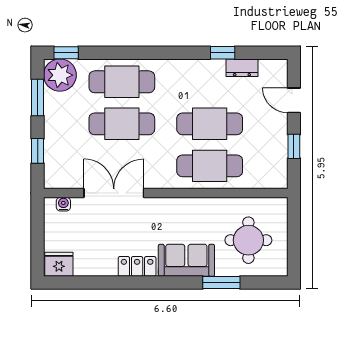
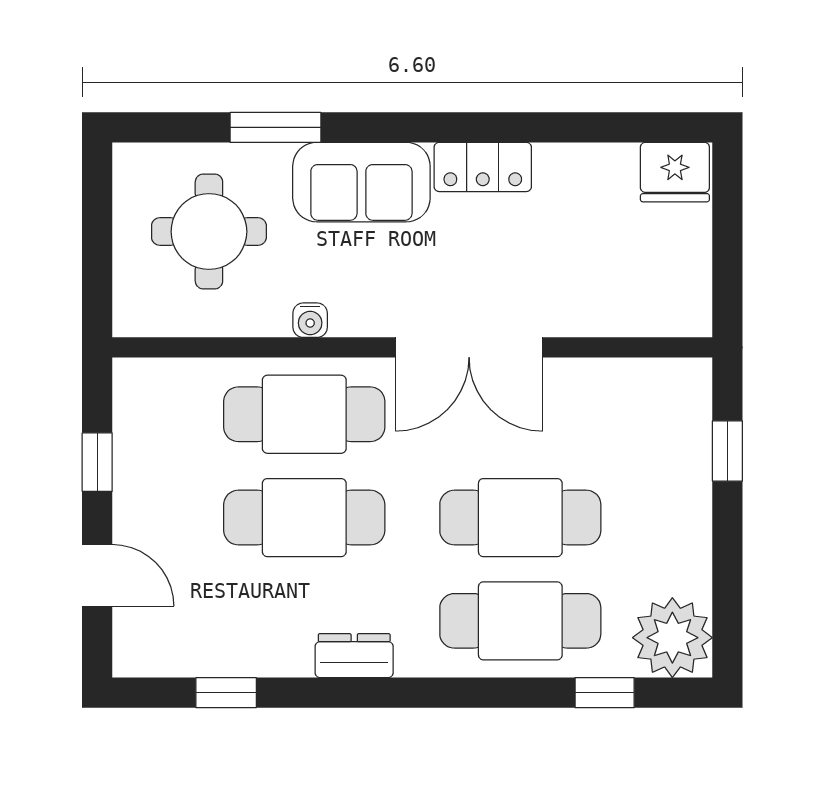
window: (66, 53) -> (605, 693), moved
window: (223, 53) -> (226, 693), moved
dresser: (242, 68) -> (354, 656), moved
window: (38, 97) -> (727, 582), removed
double door: (114, 193) -> (469, 347), moved
water cooler: (63, 204) -> (310, 320), moved

